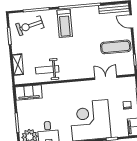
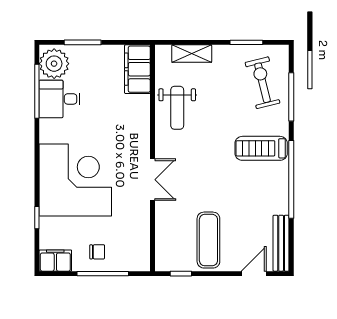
weight bench: (47, 70) -> (177, 108), turned 180
double door: (106, 78) -> (152, 180), moved

